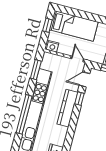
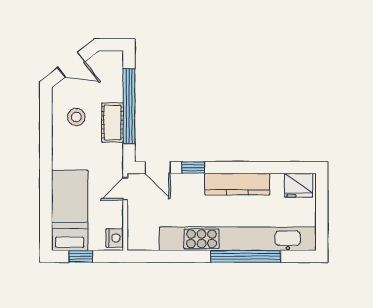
window: (36, 70) -> (163, 256), removed
kitchen counter: (67, 108) -> (237, 184), moved

